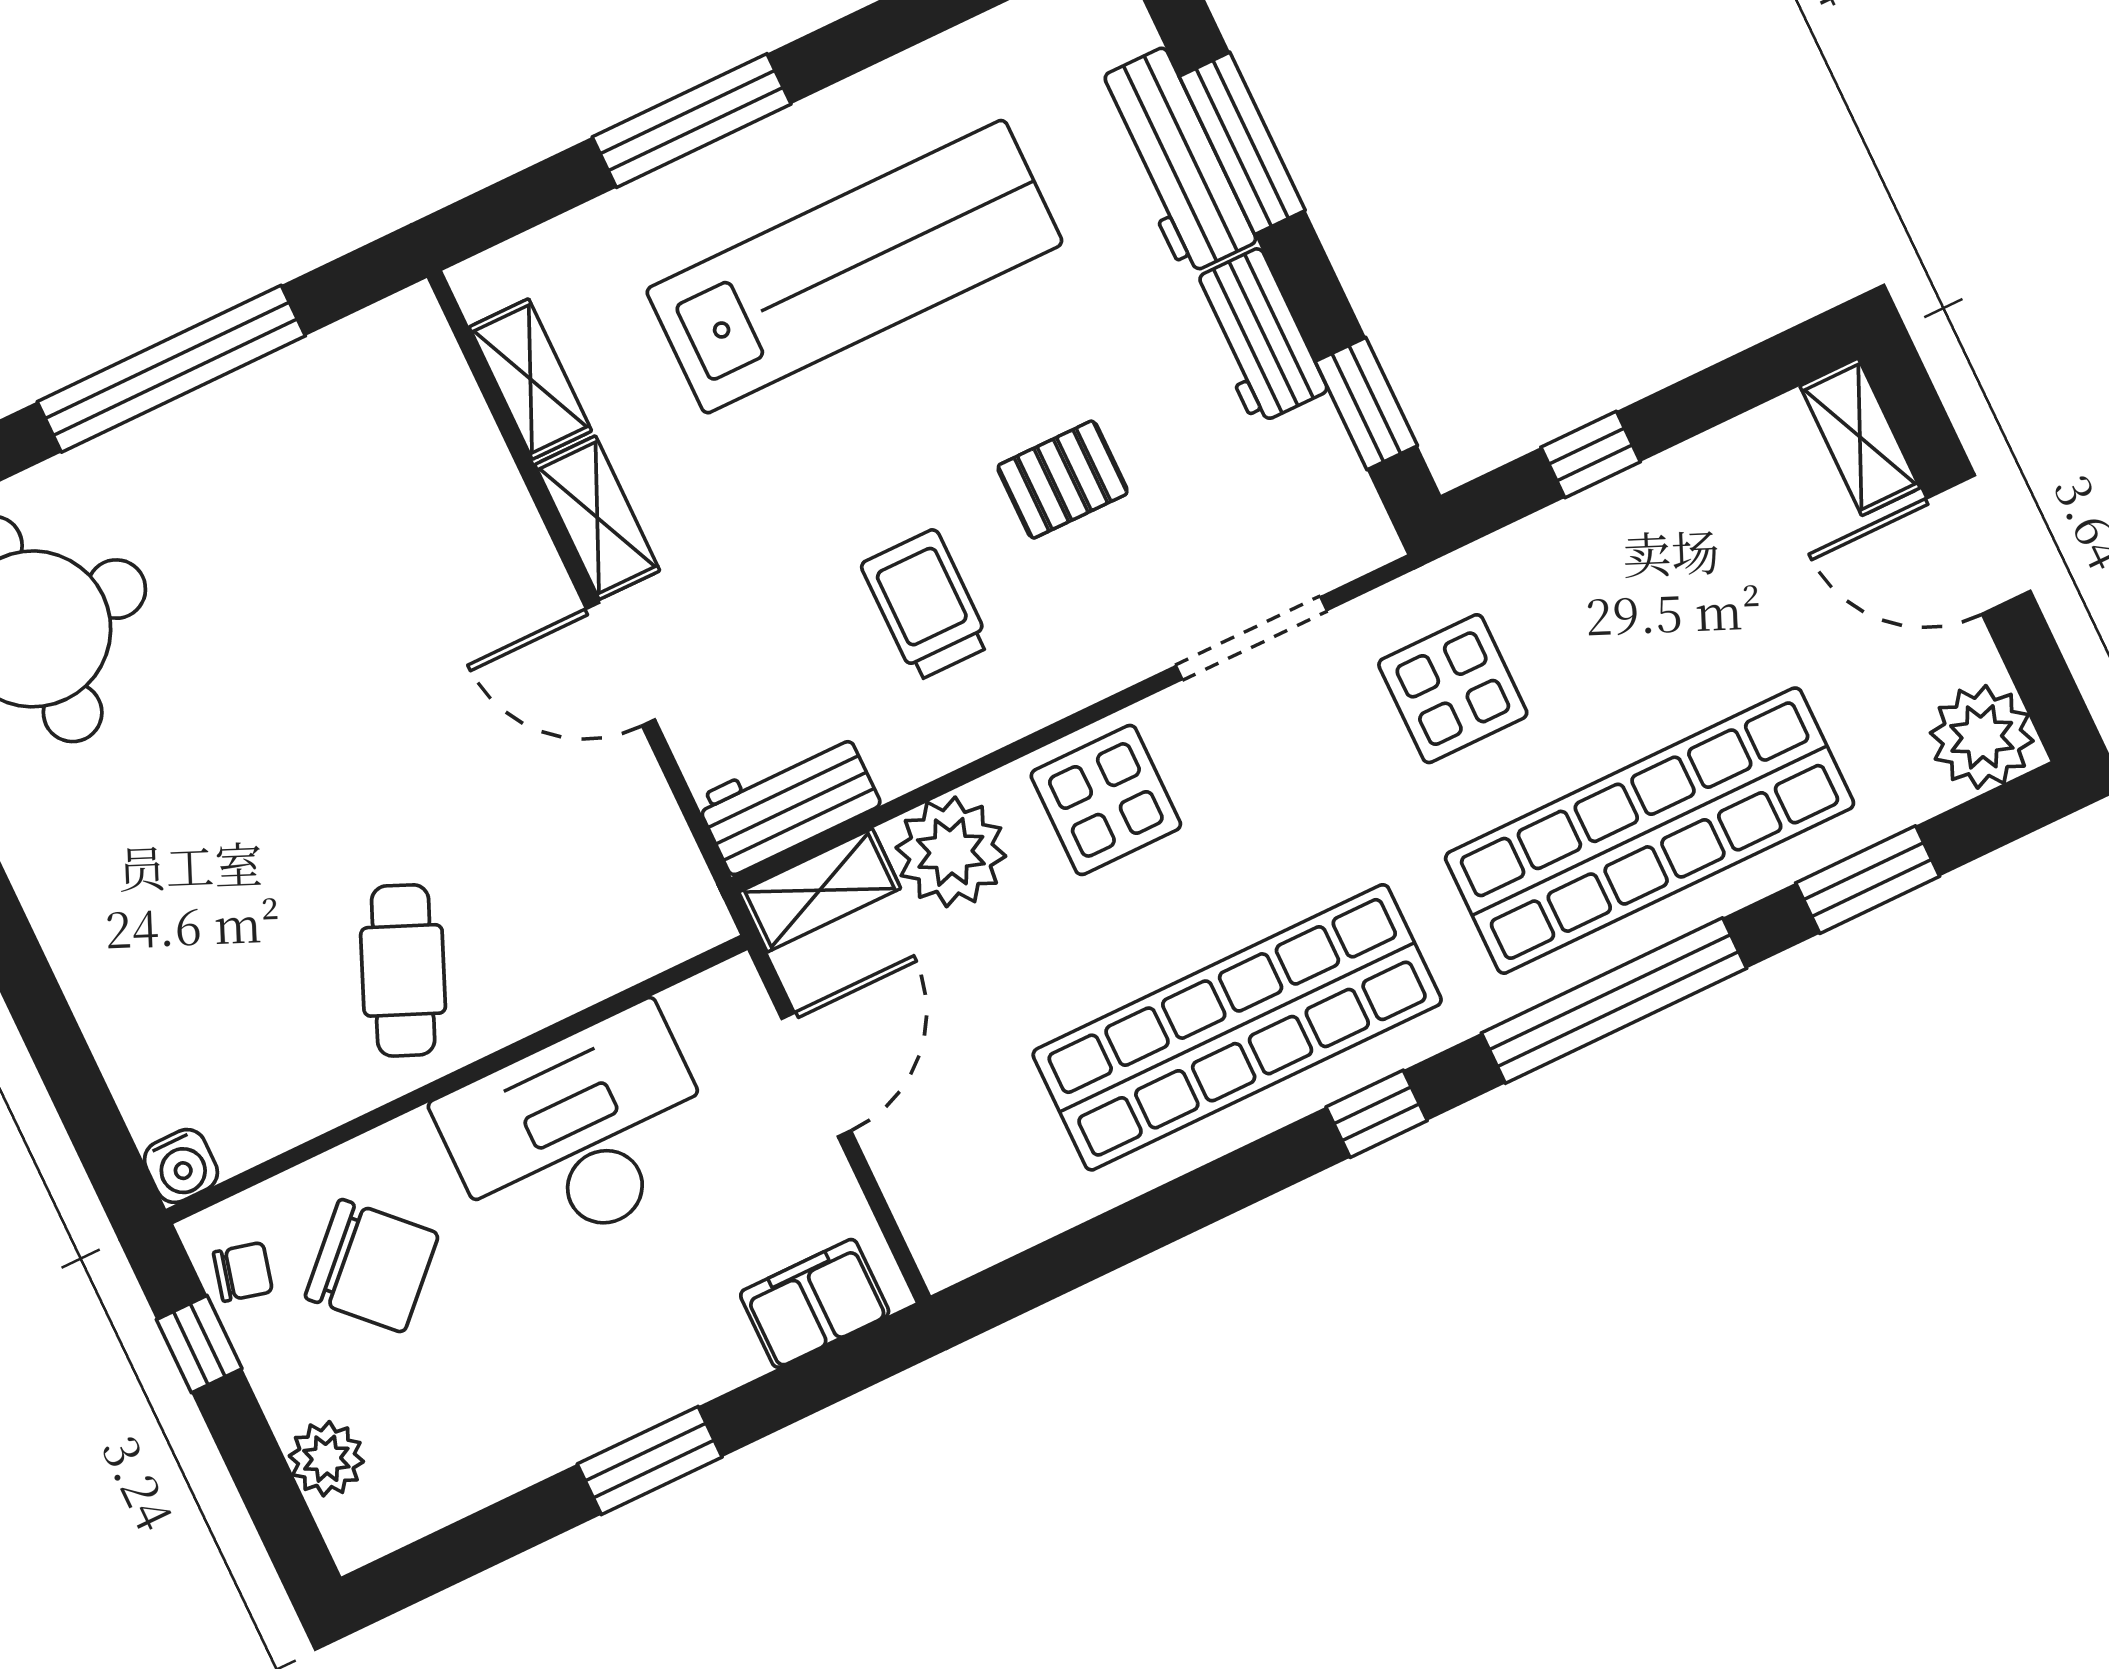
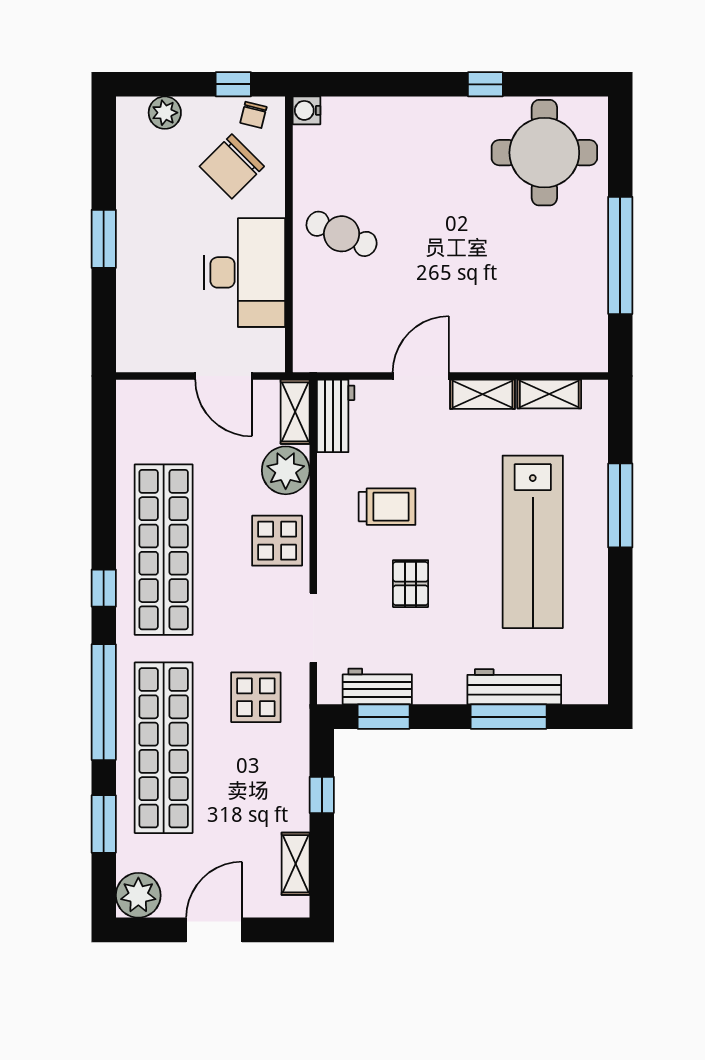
workbench: (1257, 336) -> (377, 687), moved
shelving: (1860, 437) -> (296, 864), moved, turned 90
filing cabinet: (815, 1303) -> (134, 333), removed

